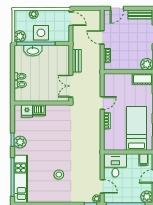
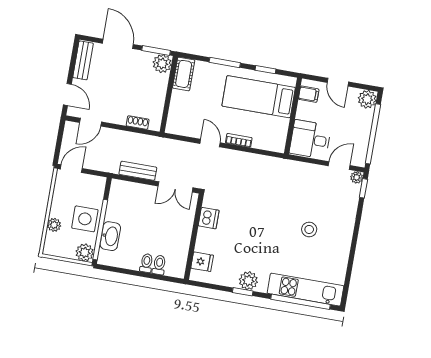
door: (102, 37) -> (91, 122), moved
dishwasher: (39, 110) -> (209, 218), moved

